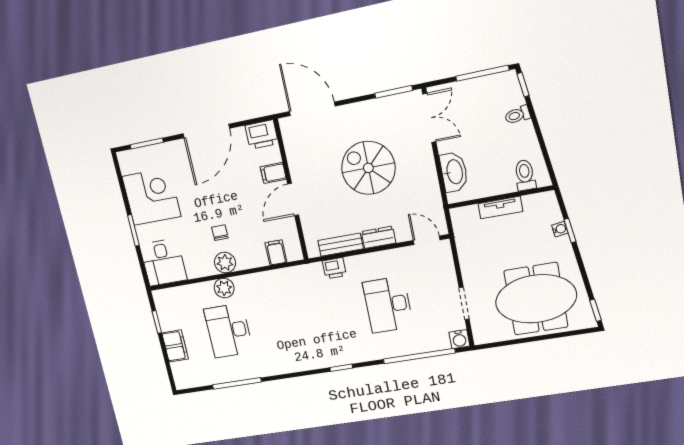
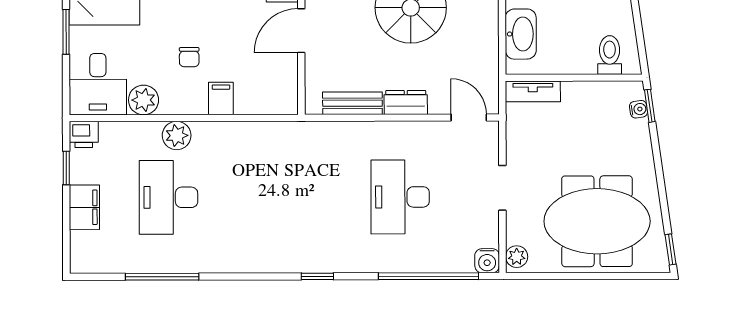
tv unit: (500, 208) -> (533, 91), moved
water cooler: (560, 229) -> (639, 109), moved
window: (570, 230) -> (650, 106), moved
chair: (220, 233) -> (189, 57), turned 180
filing cabinet: (276, 253) -> (221, 98), moved
plant: (225, 263) -> (144, 100), moved
printer: (334, 268) -> (84, 134), moved
doorway: (464, 304) -> (502, 188), moved
plant: (480, 333) -> (517, 257), added

